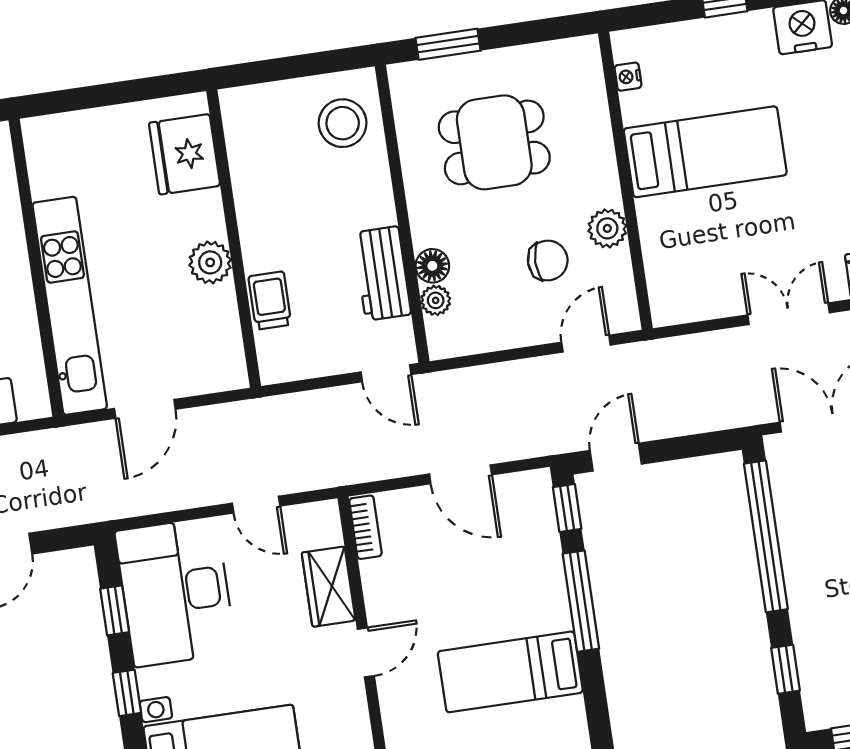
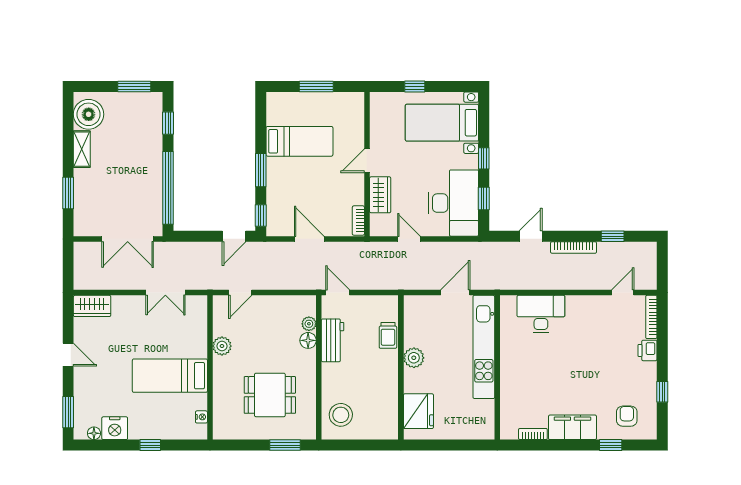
chair: (548, 260) -> (253, 335), removed
double door: (789, 314) -> (165, 293), moved
window: (581, 601) -> (261, 170), width x0.69

